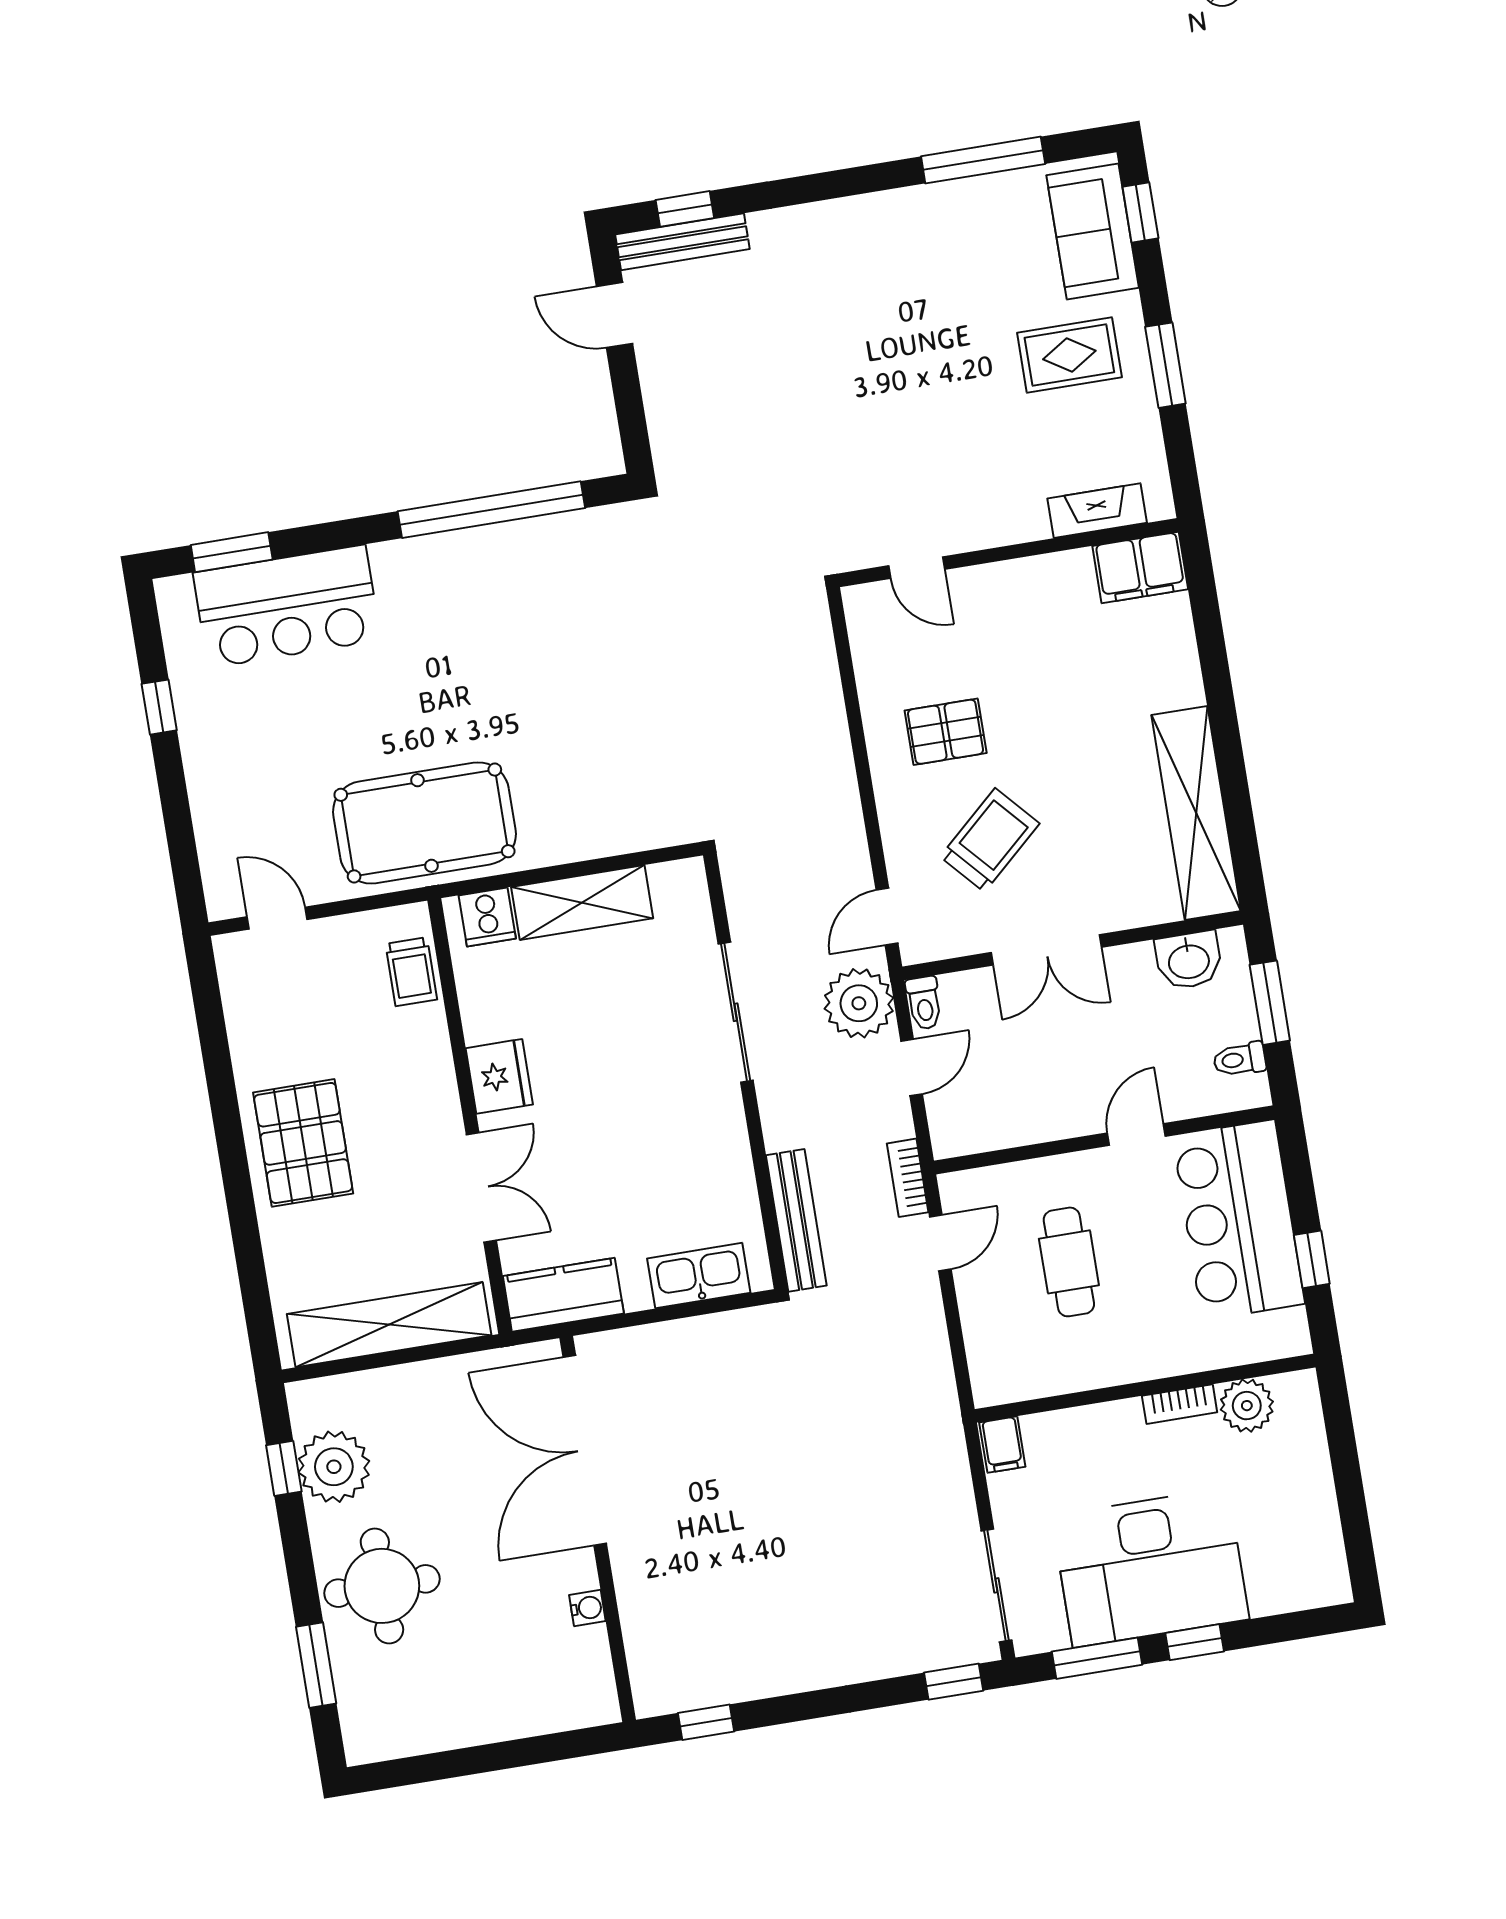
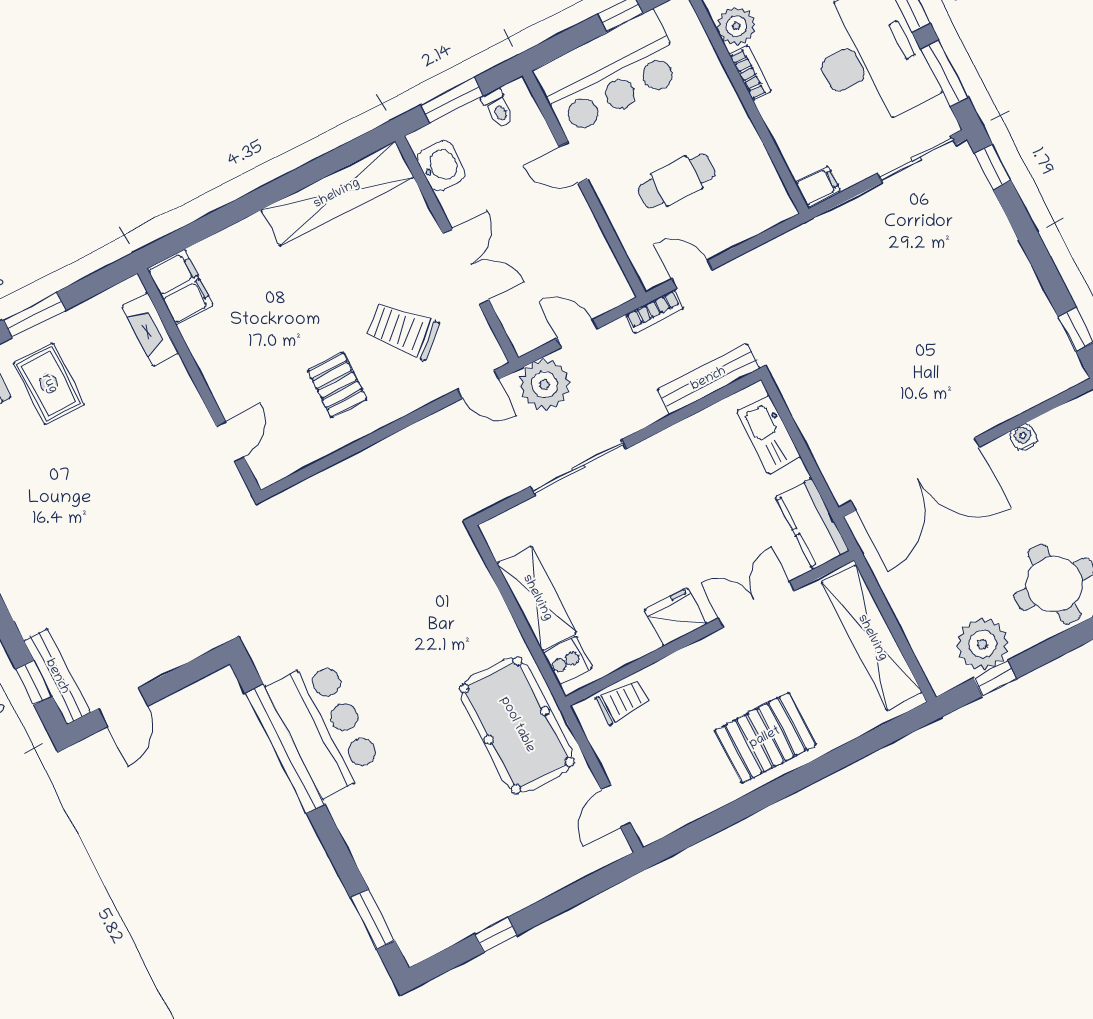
bar counter: (287, 606) -> (325, 727), moved
toilet: (924, 1003) -> (530, 339), removed

